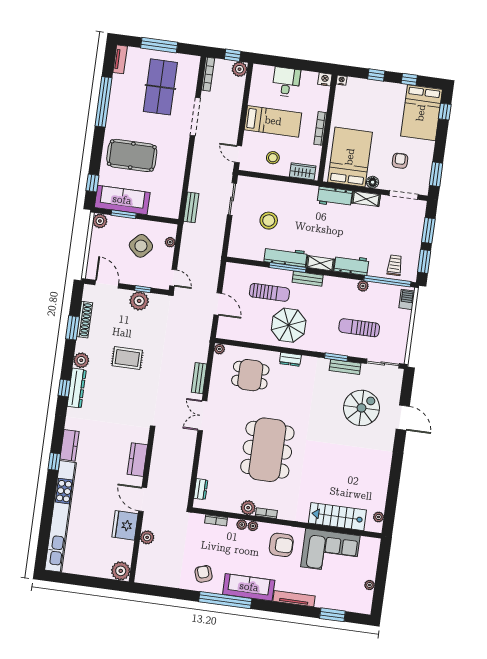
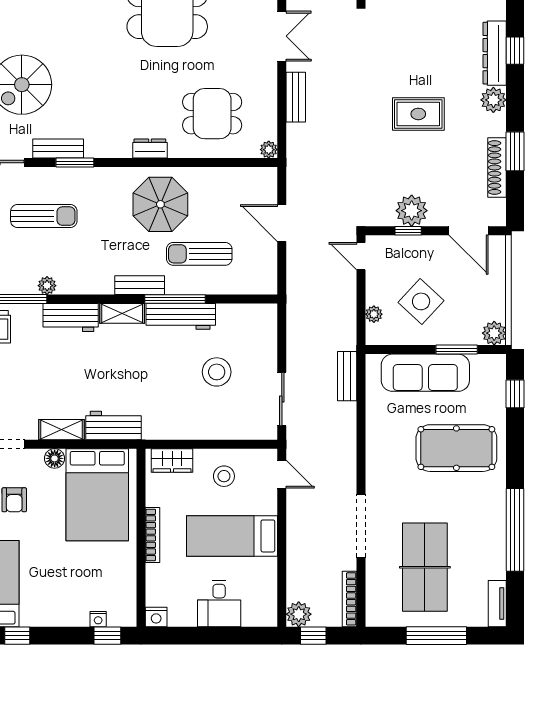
window: (376, 75) -> (107, 636), moved
nightstand: (342, 80) -> (98, 619), moved
sofa: (122, 200) -> (425, 373), moved

